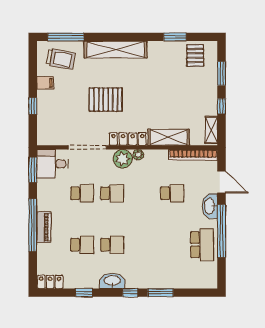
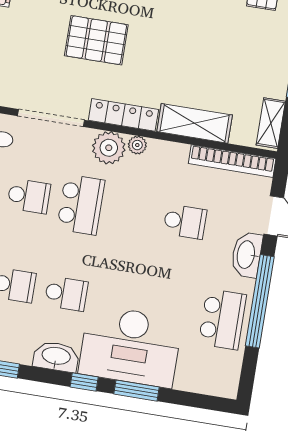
school desk: (112, 193) -> (81, 205), width x1.85
desk: (153, 268) -> (130, 346), added

